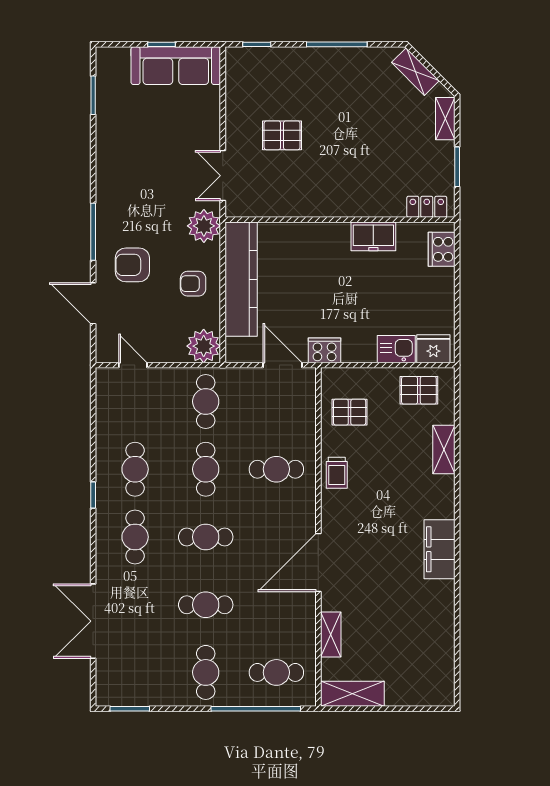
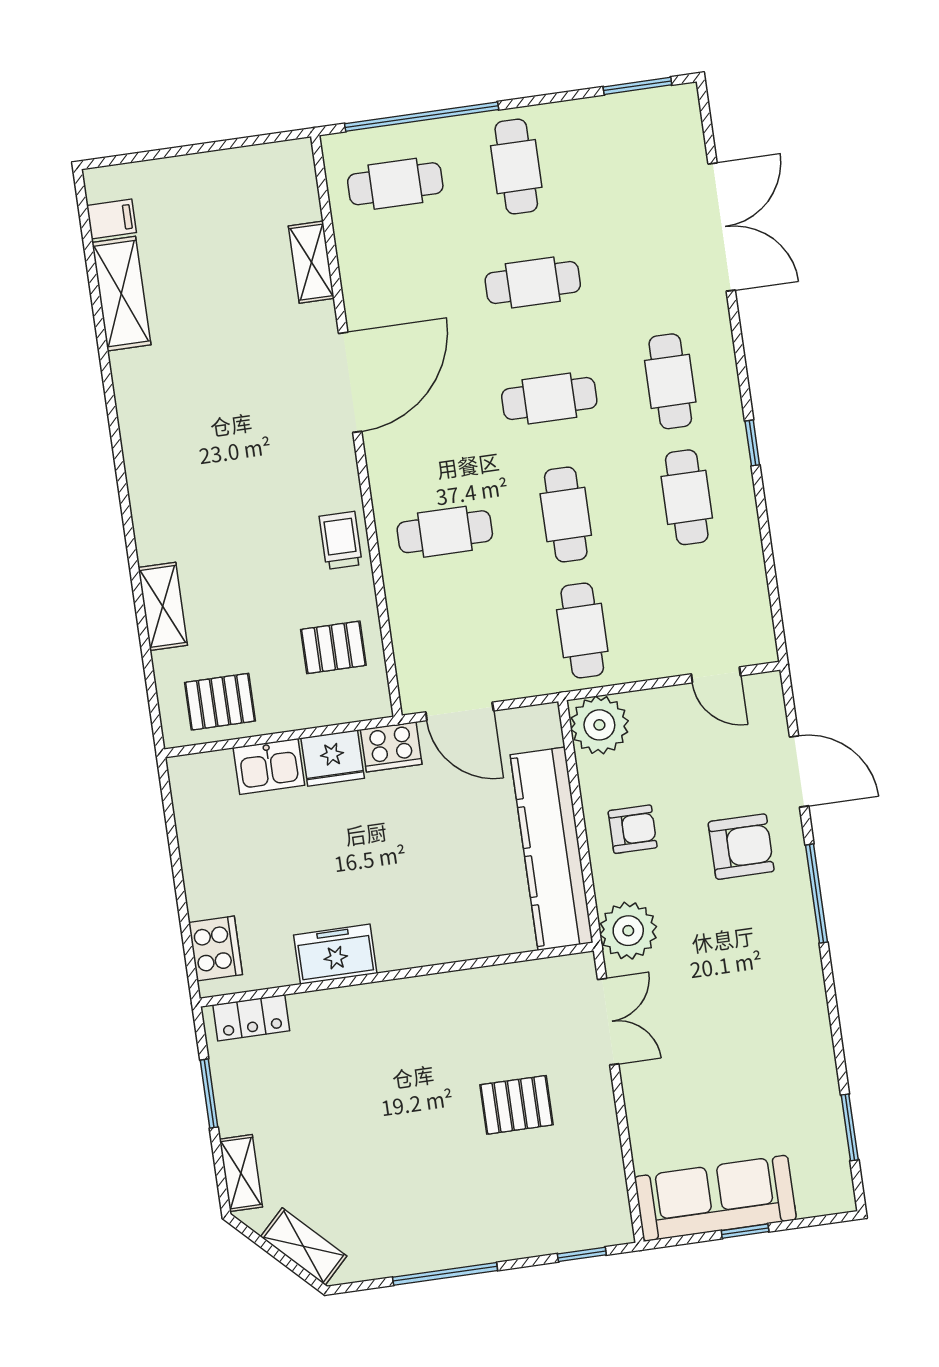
fridge: (433, 349) -> (333, 758), moved
filing cabinet: (439, 549) -> (112, 219), moved, width x0.33, depth x0.86
shelving: (352, 694) -> (121, 294), moved, turned 90

